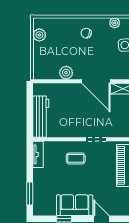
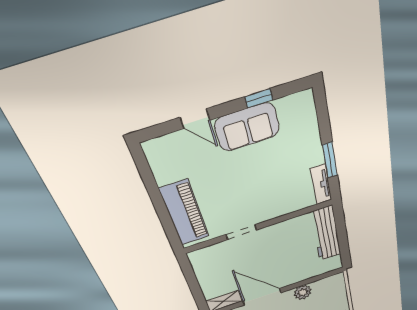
coffee table: (76, 158) -> (264, 197), removed
window: (30, 194) -> (330, 160), moved

